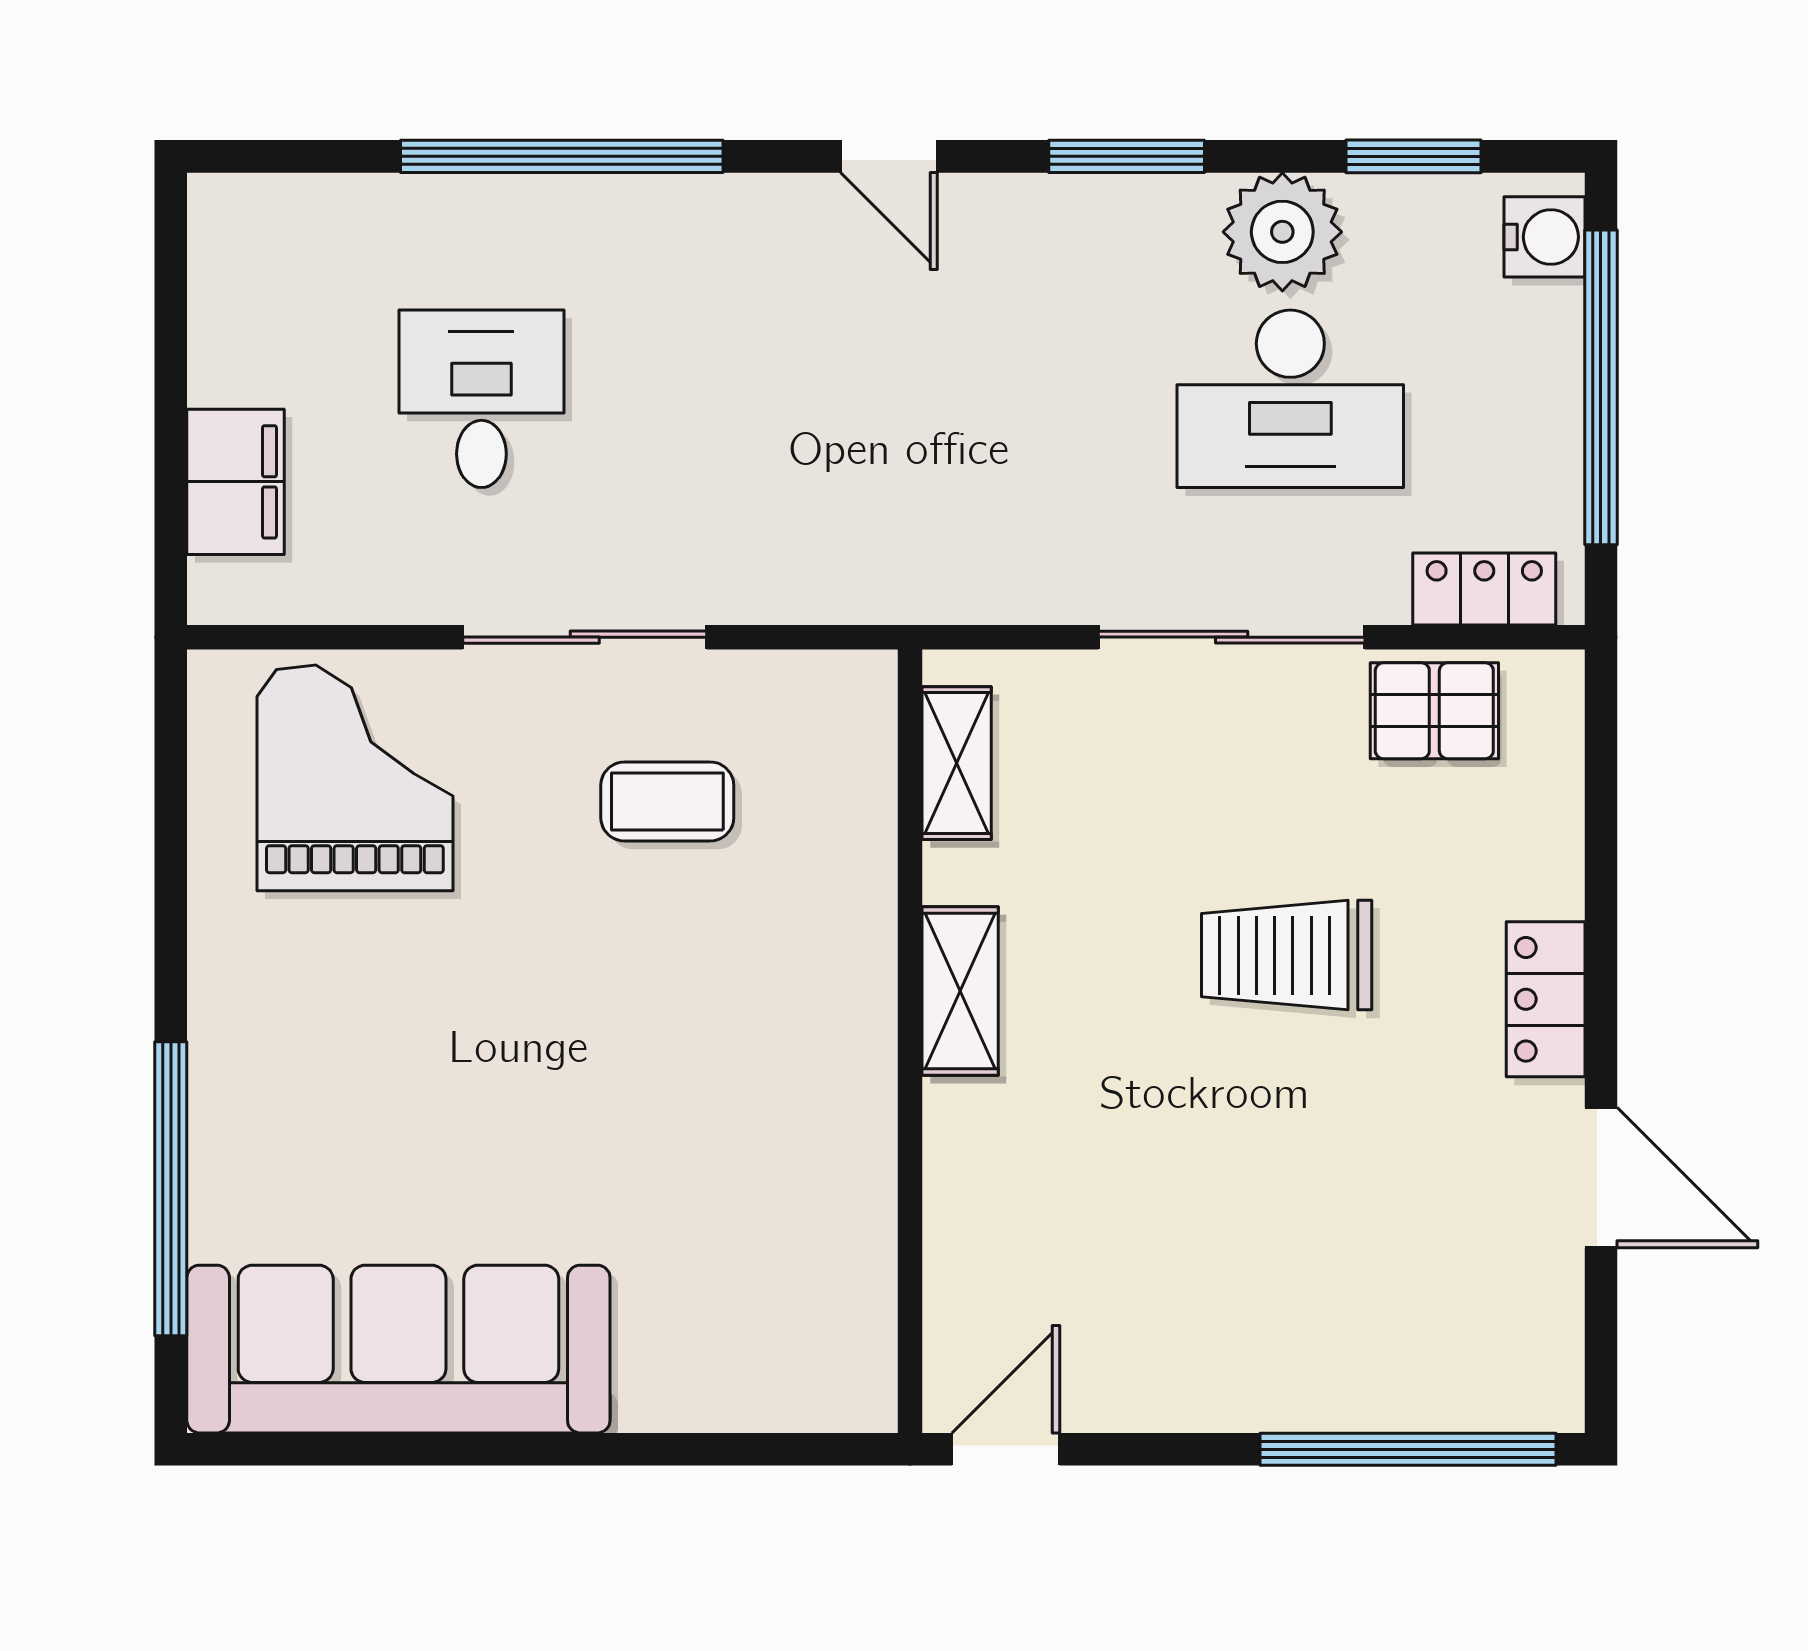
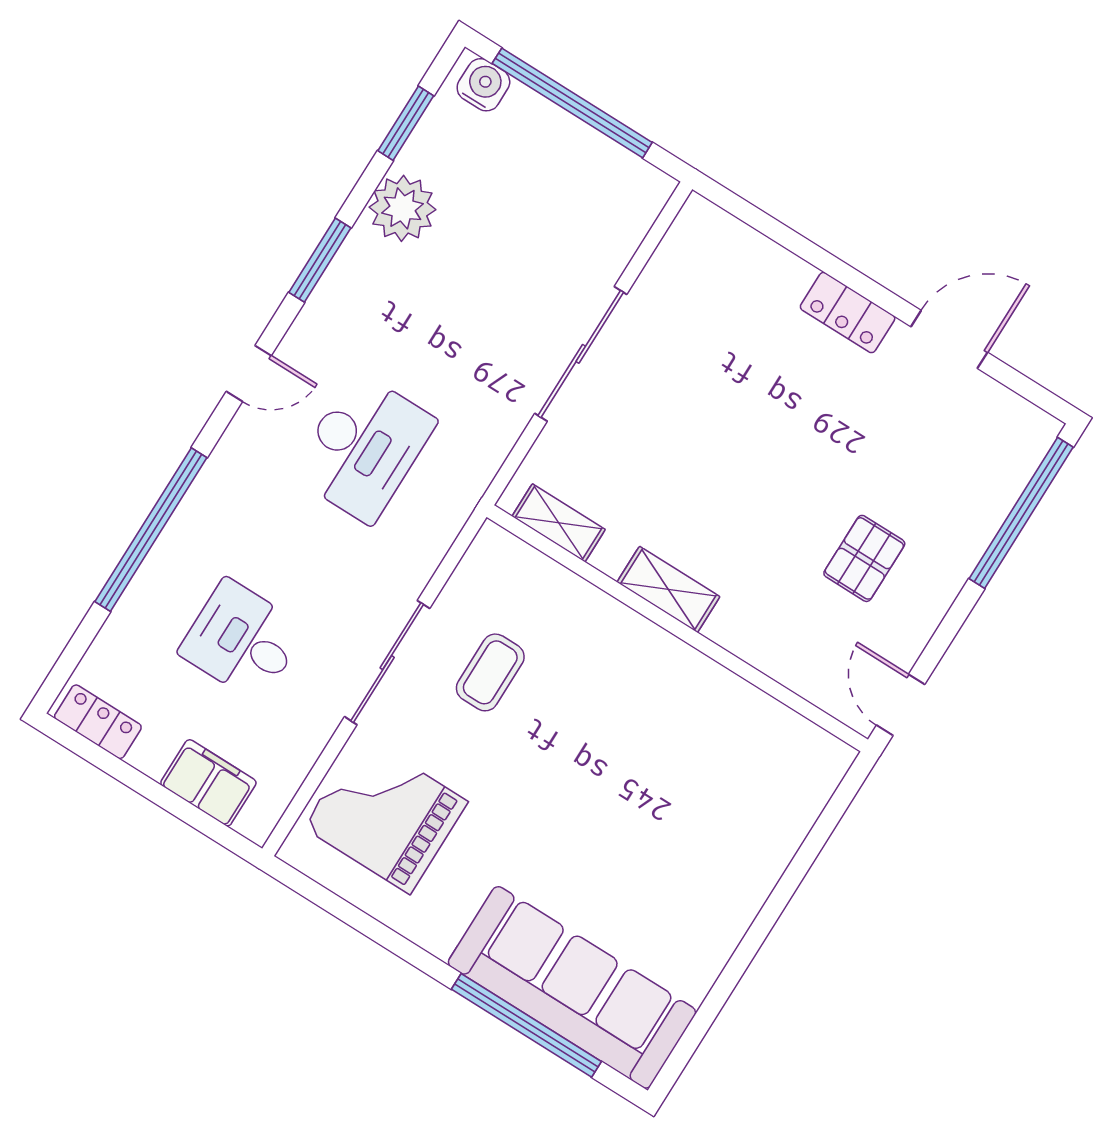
desk: (1290, 399) -> (363, 448), moved
locker: (1484, 589) -> (98, 722), moved, turned 90
pallet: (1434, 711) -> (864, 558), moved
trolley: (1287, 955) -> (749, 423), removed
sofa: (398, 1349) -> (572, 987), moved, turned 90

